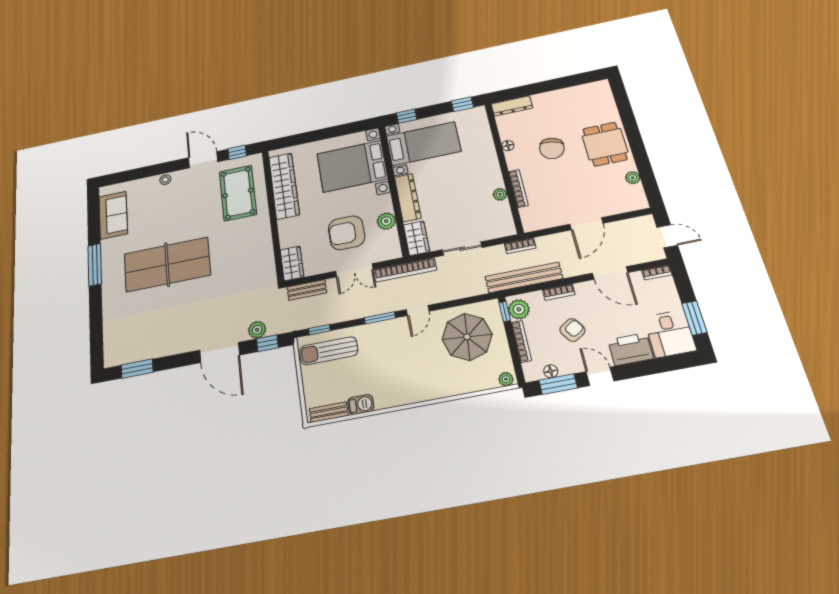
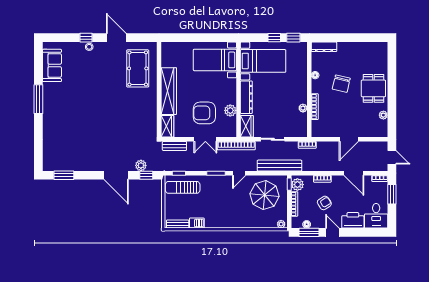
window: (407, 116) -> (274, 38), moved
window: (237, 152) -> (86, 38), moved
bed with nightstands: (352, 166) -> (215, 60), width x0.73
wardrobe: (284, 186) -> (169, 91), moved
table tennis table: (167, 264) -> (87, 109), removed
bench: (524, 277) -> (280, 166), moved
window: (694, 318) -> (392, 194), moved

